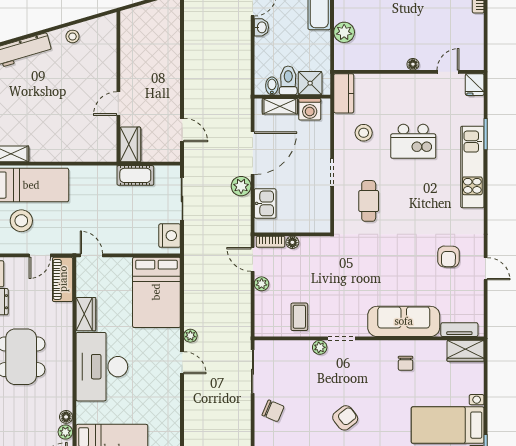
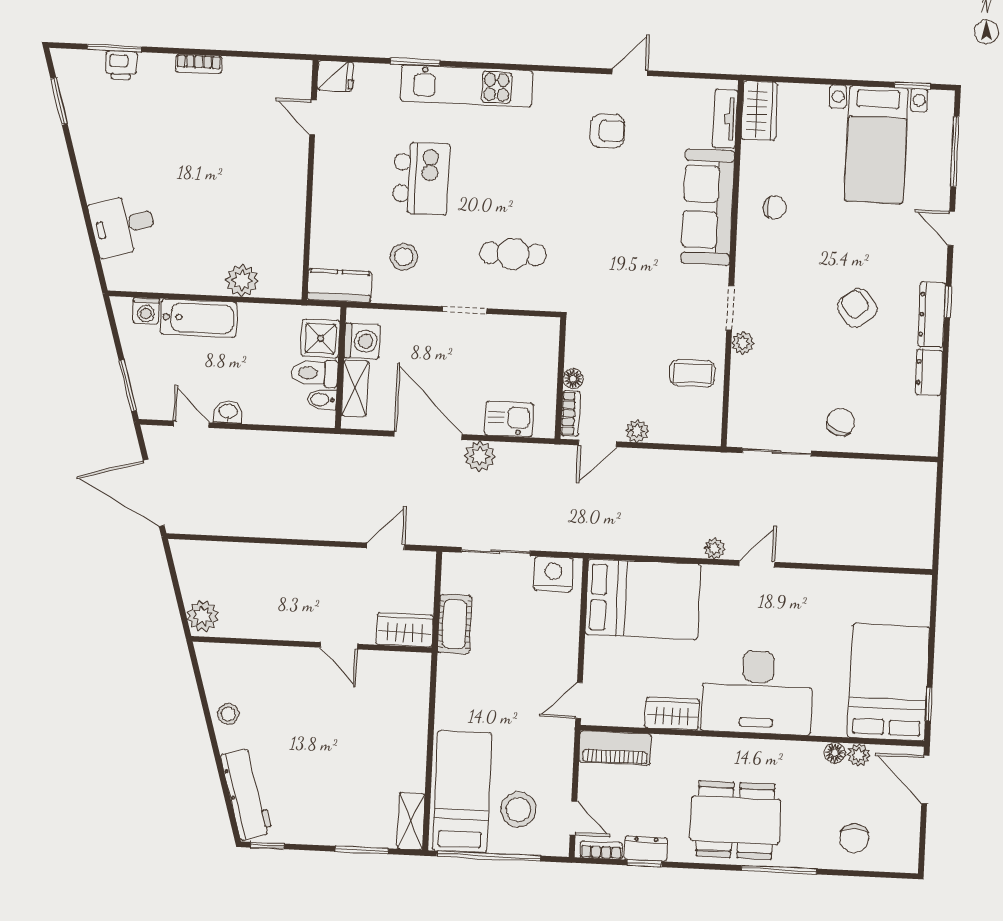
plant: (133, 18) -> (203, 616), added
floor lamp: (413, 64) -> (298, 173), removed
door: (40, 255) -> (573, 818), moved
chair: (13, 432) -> (854, 838), added

